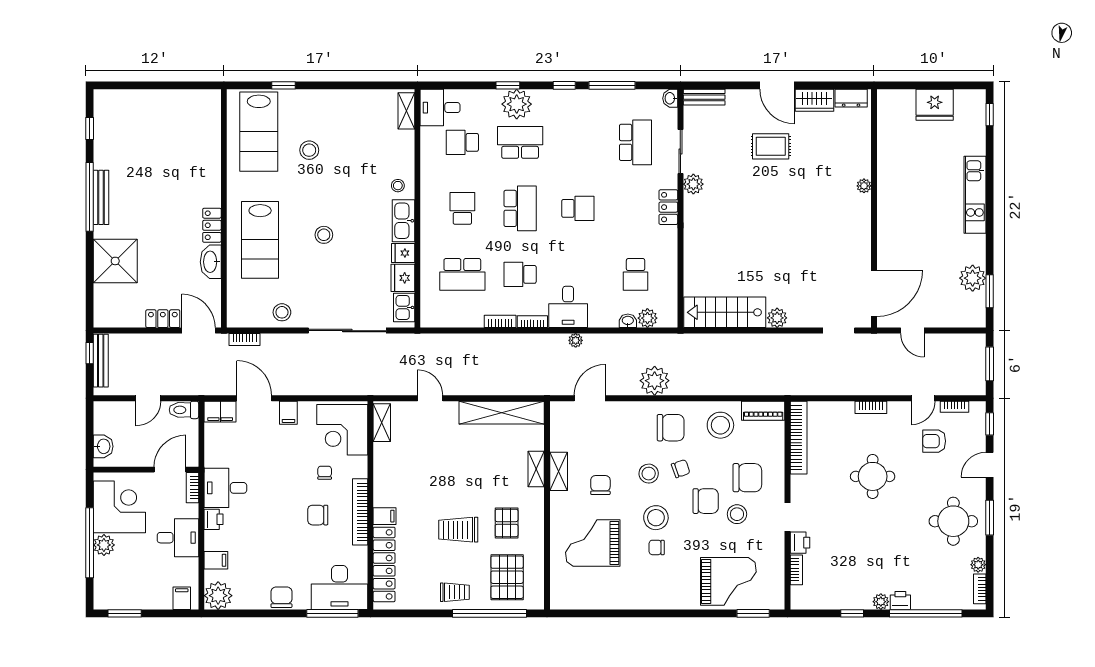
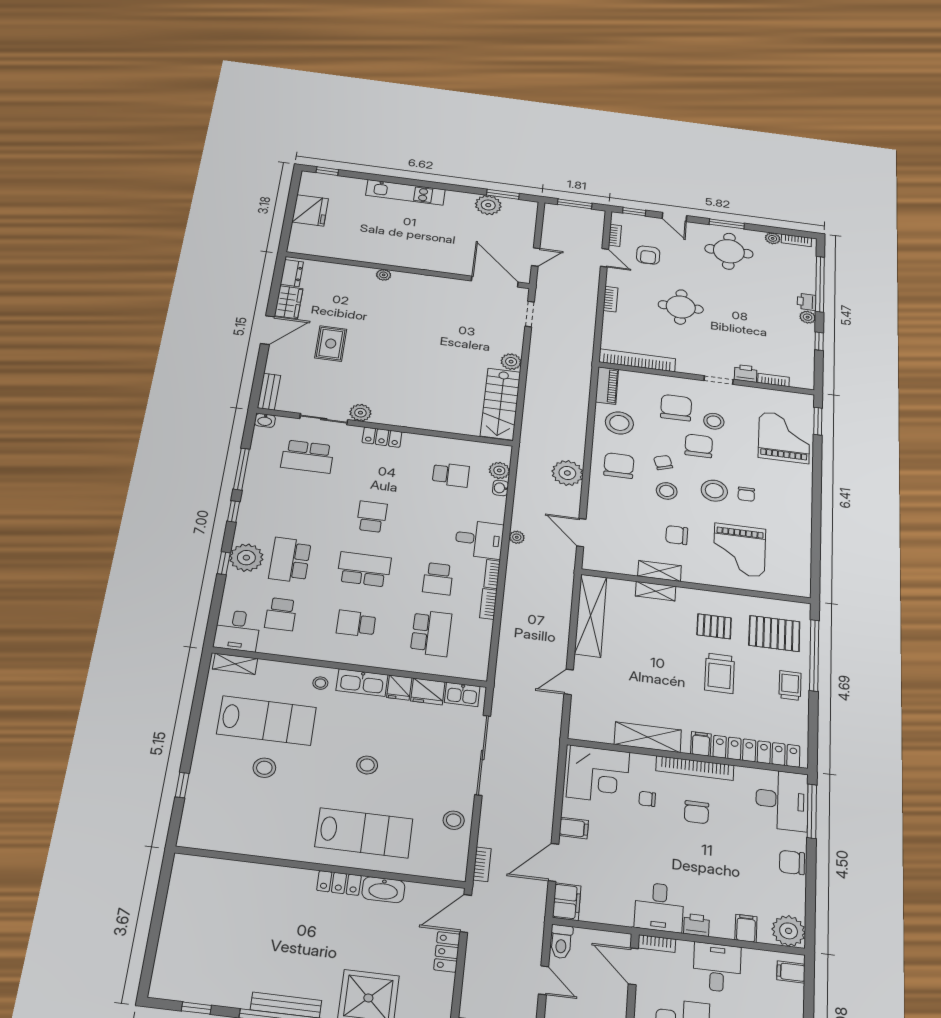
lab bench: (259, 132) -> (267, 721), moved
school desk: (636, 142) -> (307, 456), turned 180
shelving: (382, 423) -> (648, 737), moved, width x1.50, depth x1.33

